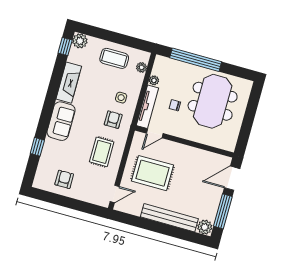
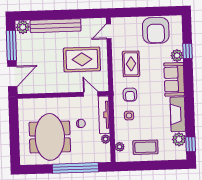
plant: (80, 41) -> (179, 139), moved
door: (155, 133) -> (91, 94), hinge flipped
plant: (50, 146) -> (177, 55), added
armchair: (64, 179) -> (156, 30), width x1.88, depth x1.88

